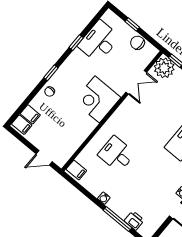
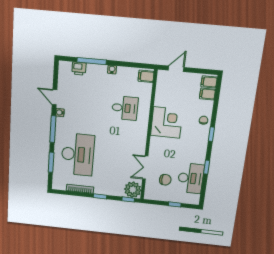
chair: (137, 43) -> (165, 180), moved
corner desk: (97, 99) -> (167, 123), moved

